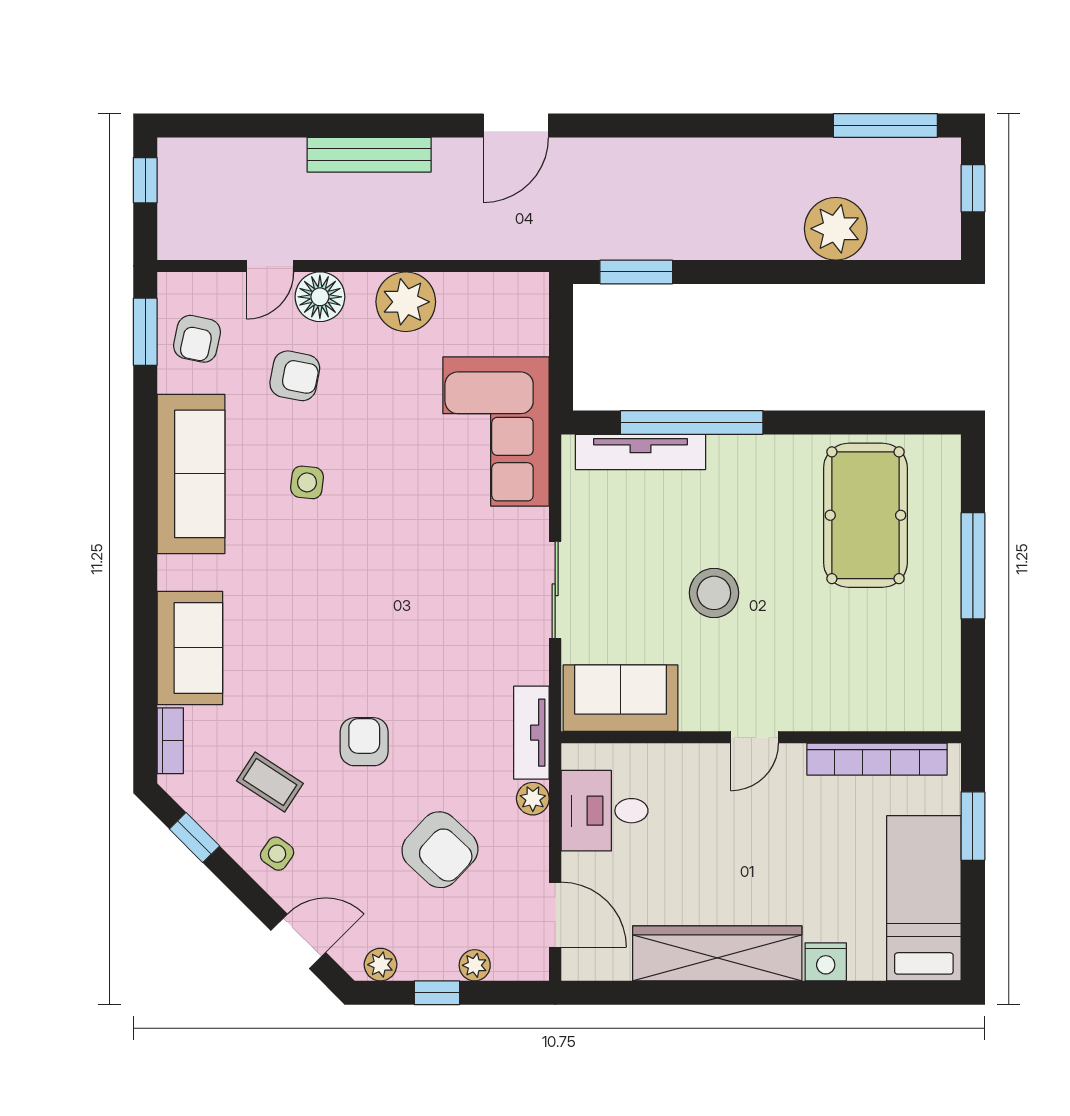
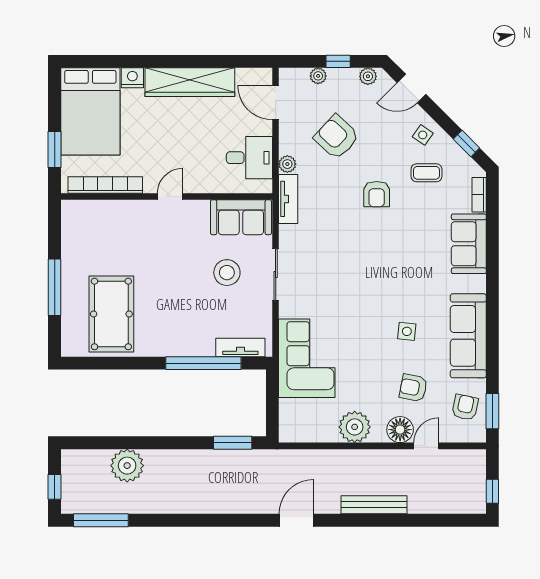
tv unit: (640, 452) -> (240, 347), width x0.71
stool: (714, 593) -> (227, 273), moved
coffee table: (270, 782) -> (426, 173), turned -33
bed: (924, 898) -> (90, 111), width x1.50

